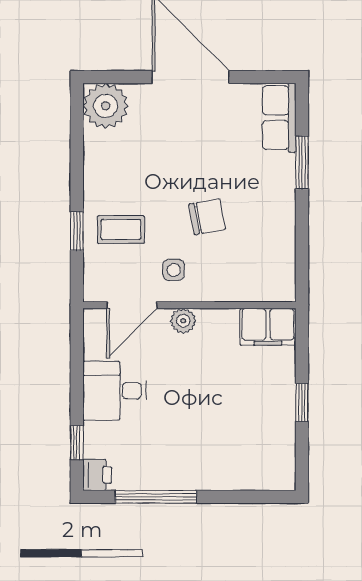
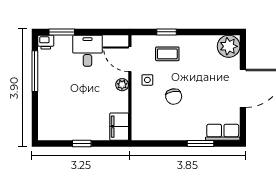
coffee table: (121, 230) -> (167, 54), turned 90
window: (77, 443) -> (62, 32), width x1.50

